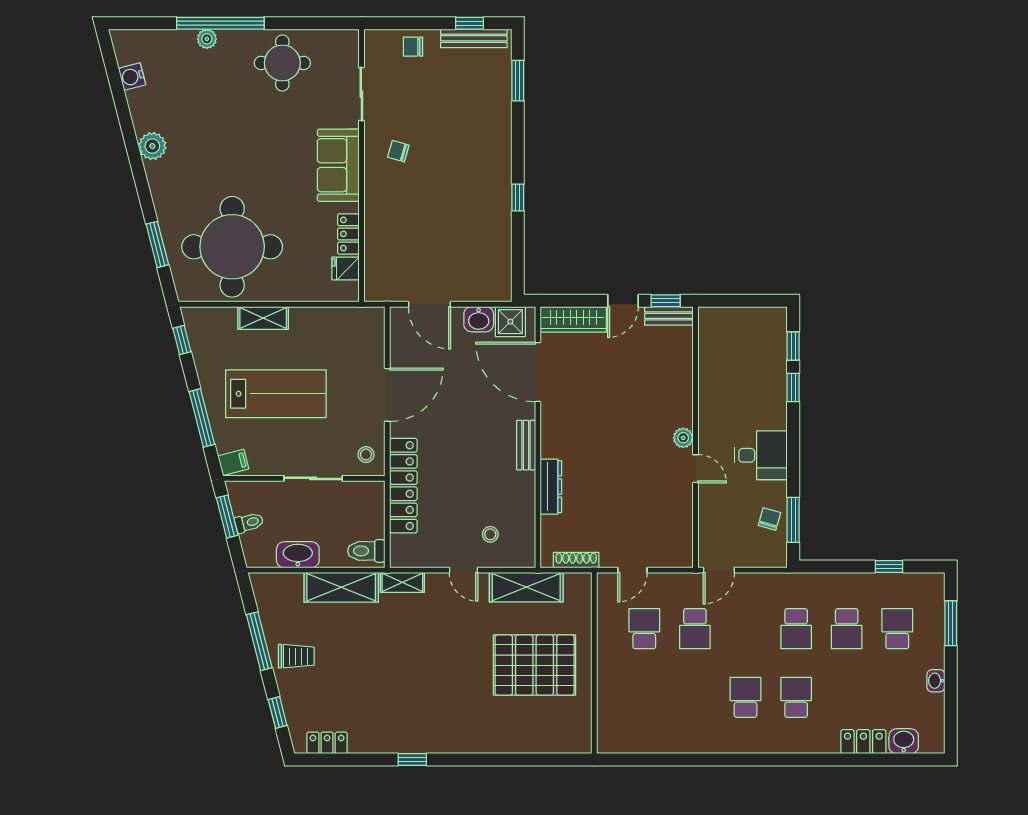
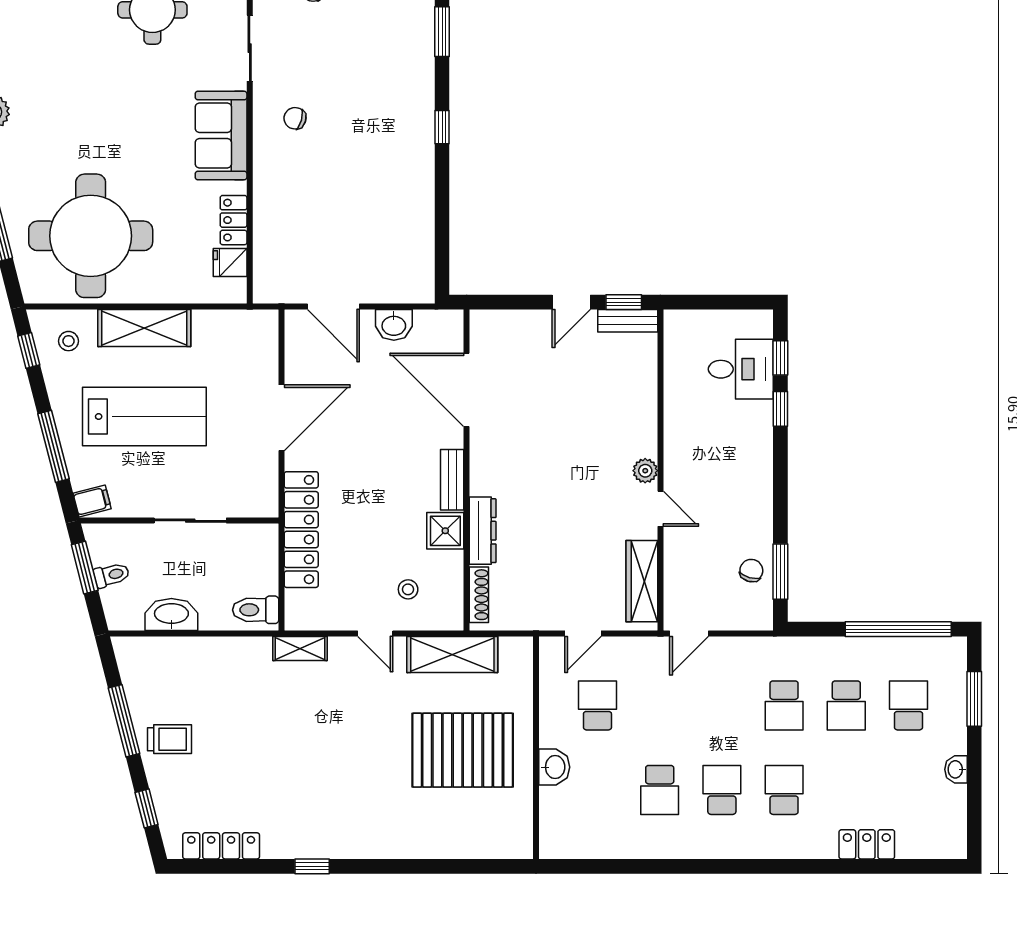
window: (518, 197) -> (442, 127), moved
shelving: (263, 318) -> (144, 328), width x1.50, depth x1.33
wardrobe: (573, 319) -> (642, 581), moved, turned 90
shower: (510, 322) -> (445, 531), moved
stool: (366, 455) -> (68, 341), moved
desk: (761, 455) -> (741, 369), moved
shoe rack: (576, 560) -> (479, 595), moved, turned 90
window: (889, 567) -> (898, 629), width x3.17
shelving: (341, 587) -> (225, 655), removed
school desk: (695, 629) -> (660, 790), moved
washbasin: (904, 741) -> (554, 767), moved, turned 90
locker: (327, 743) -> (221, 846), width x1.53

